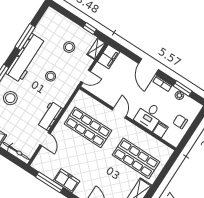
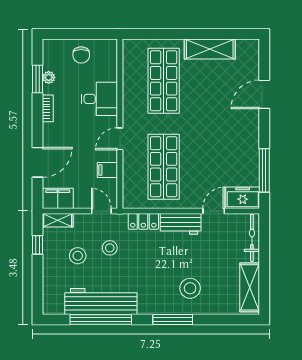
window: (25, 37) -> (101, 320), width x1.46
workbench: (26, 58) -> (101, 301), moved
door: (149, 66) -> (38, 162), moved
stool: (51, 76) -> (110, 248), moved
locker: (65, 96) -> (143, 221), added
filing cabinet: (161, 130) -> (107, 170), moved
freezer: (66, 181) -> (243, 198), moved, turned 90

